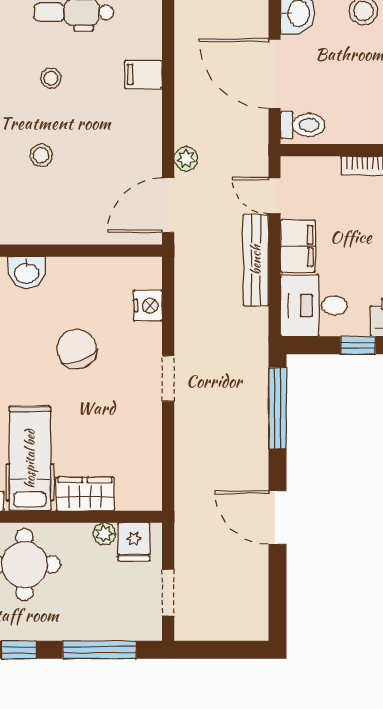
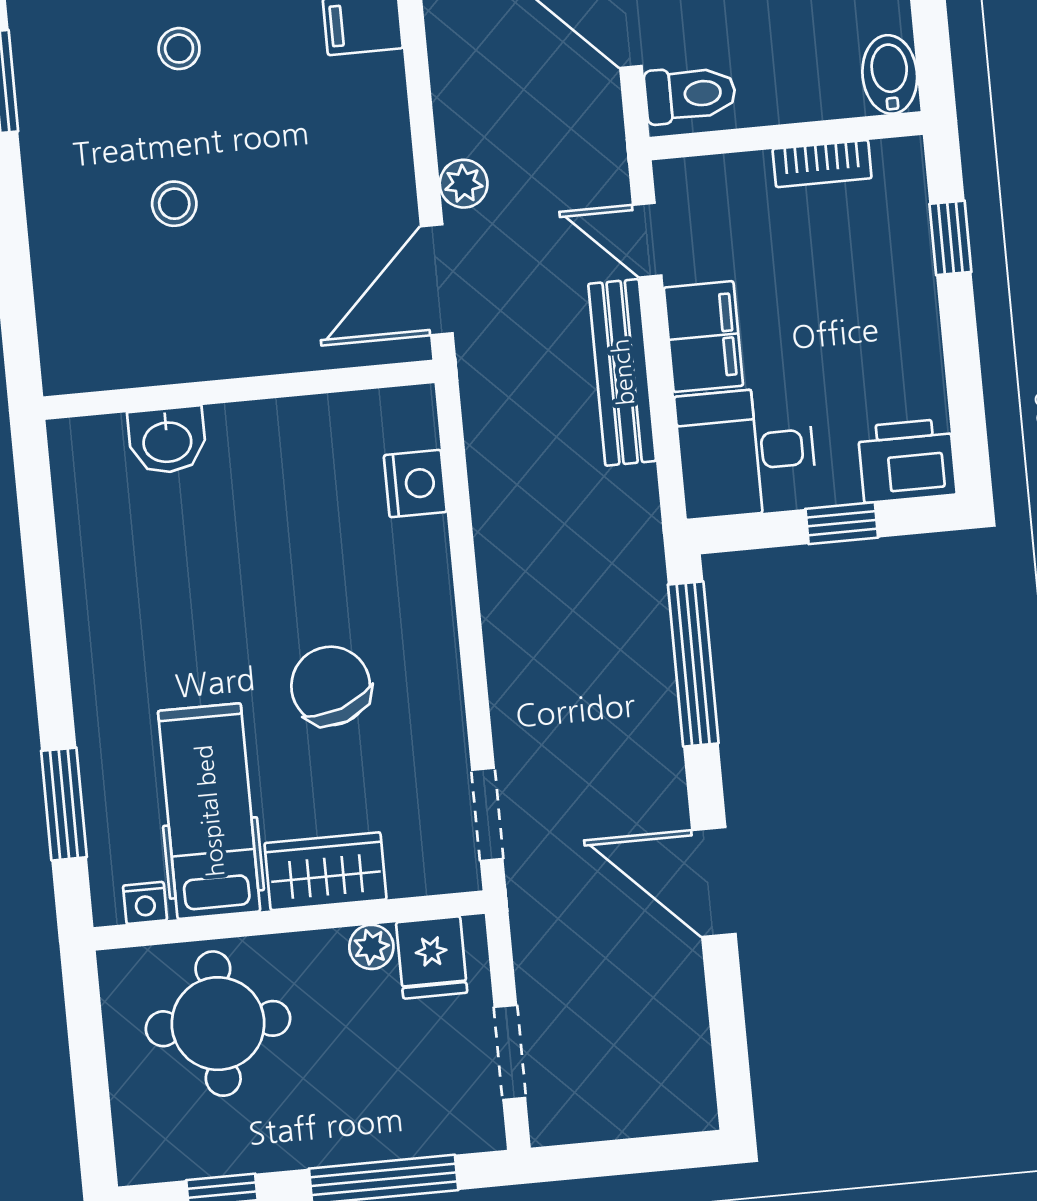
chair: (77, 349) -> (331, 686), moved
doorway: (168, 378) -> (487, 814), moved

